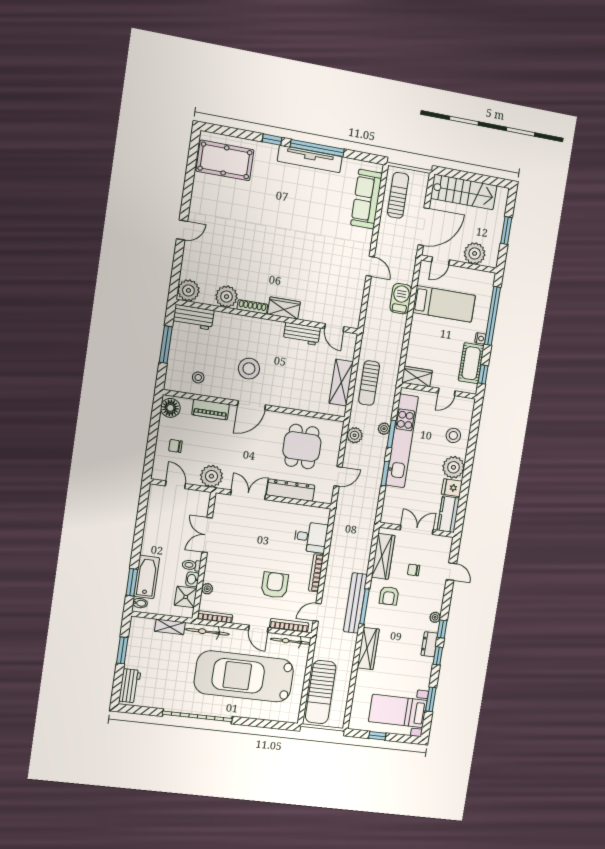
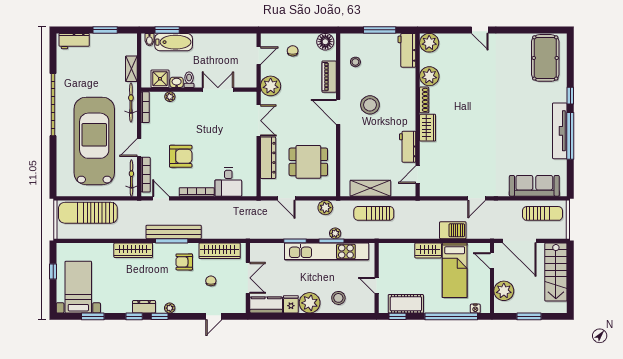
nightstand: (480, 338) -> (475, 309), moved
wardrobe: (417, 377) -> (428, 250), moved, turned 90

